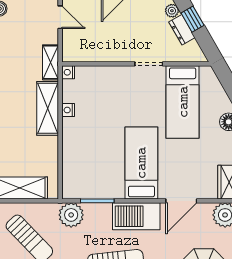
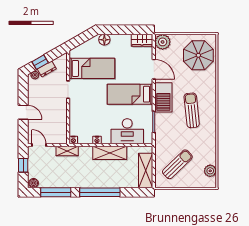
door: (60, 17) -> (39, 145), hinge flipped
shelving: (48, 108) -> (110, 153), moved
desk: (82, 158) -> (127, 131), added
plant: (71, 215) -> (163, 138), removed

